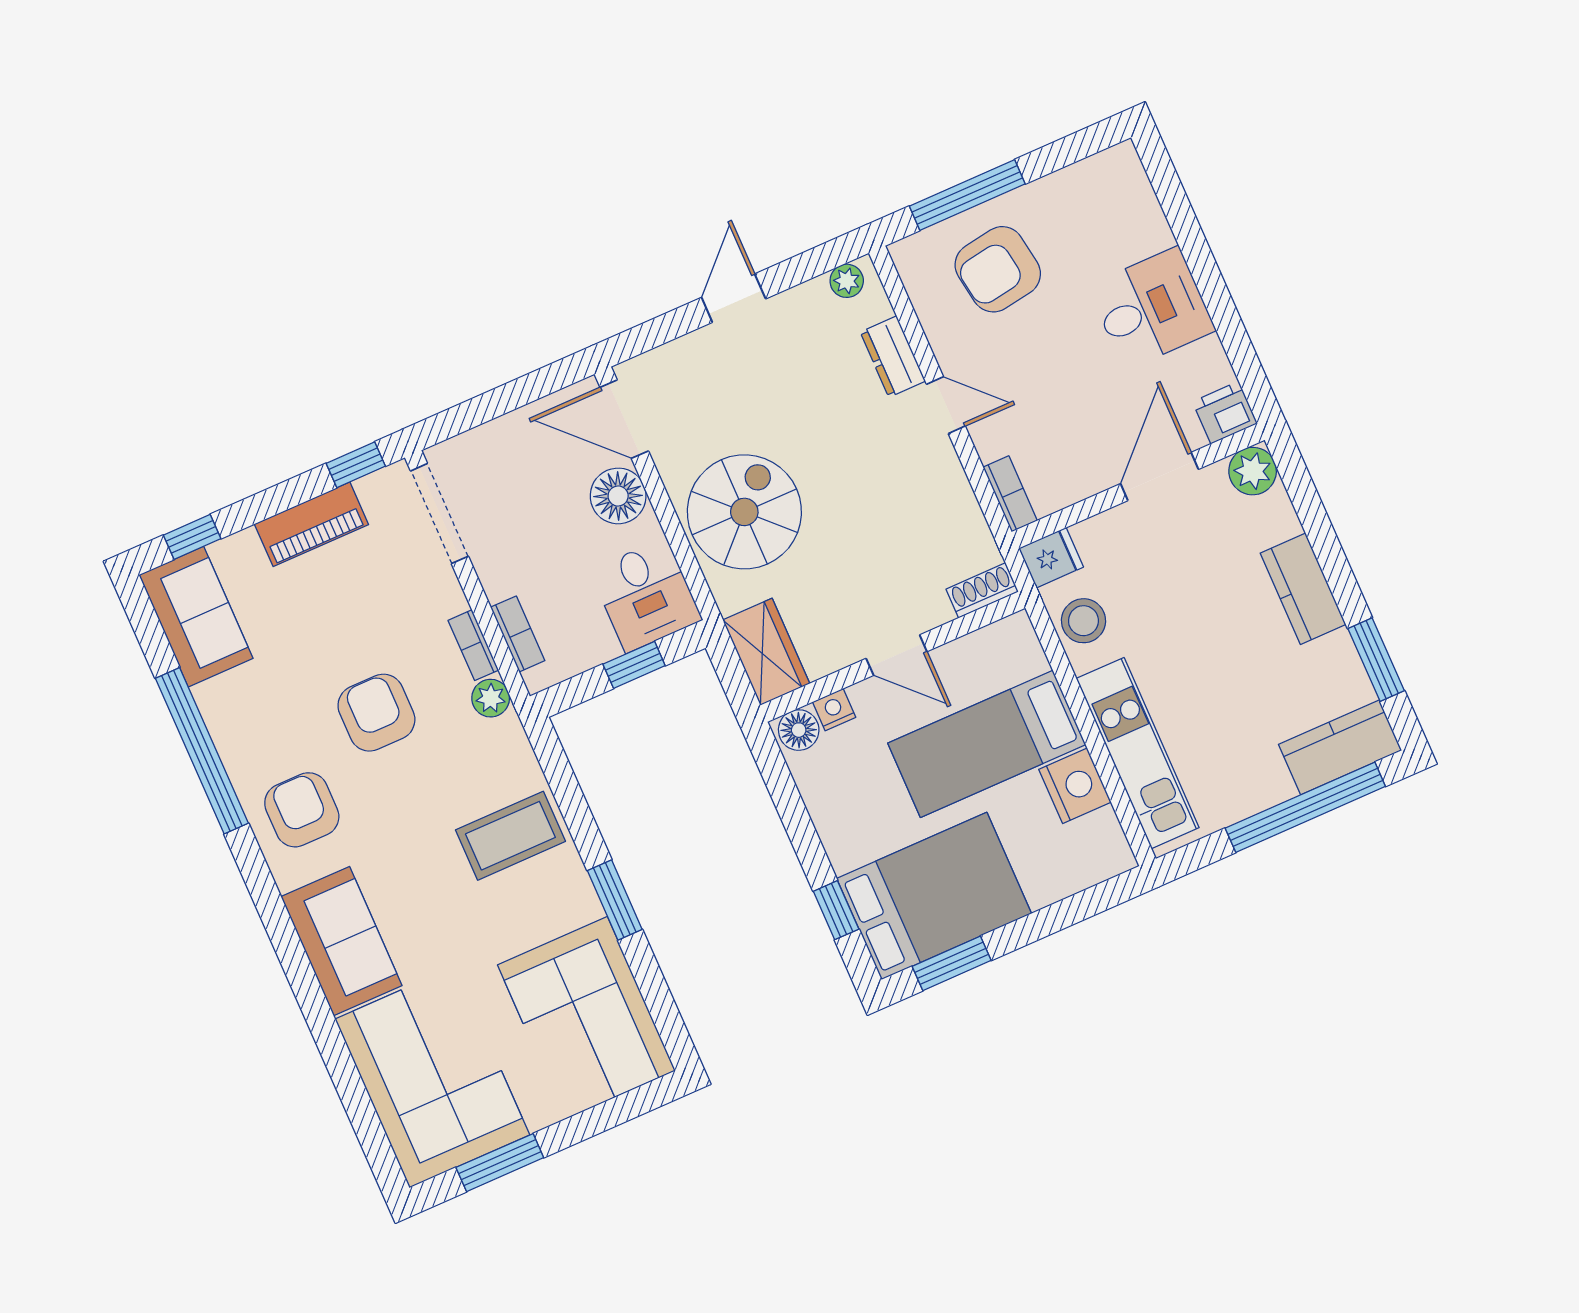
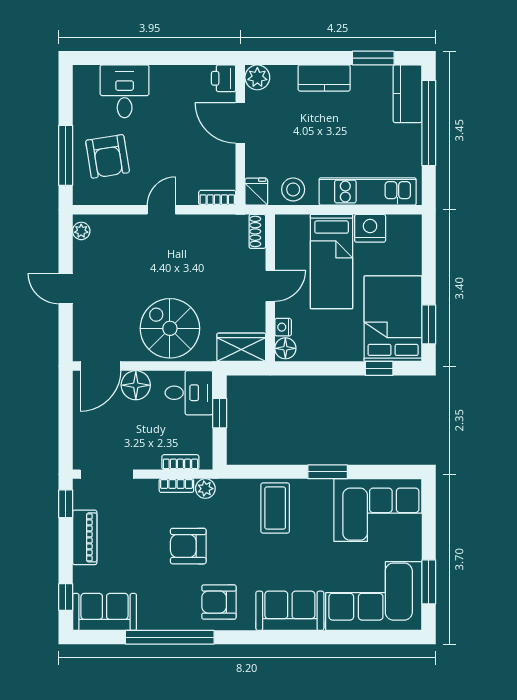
desk: (1152, 308) -> (125, 91), moved
dresser: (893, 357) -> (127, 225), removed

